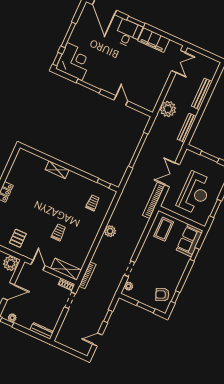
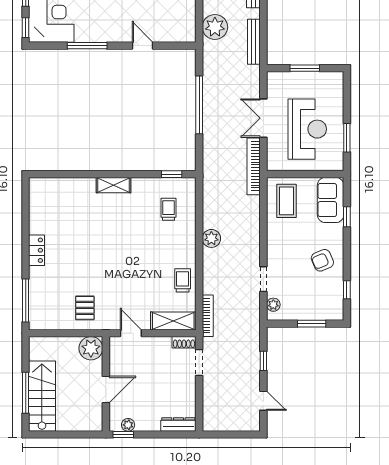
shelving: (57, 170) -> (114, 185), moved
trolley: (58, 232) -> (183, 280), moved
armchair: (162, 295) -> (322, 260), moved
door: (97, 340) -> (263, 401), swing flipped

